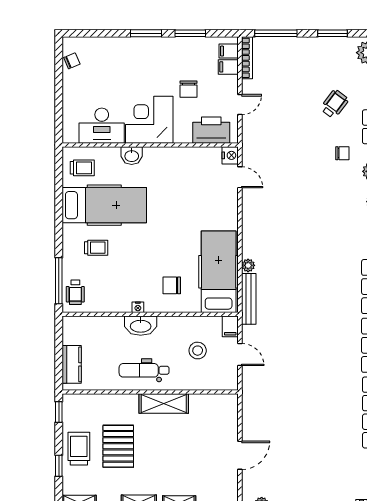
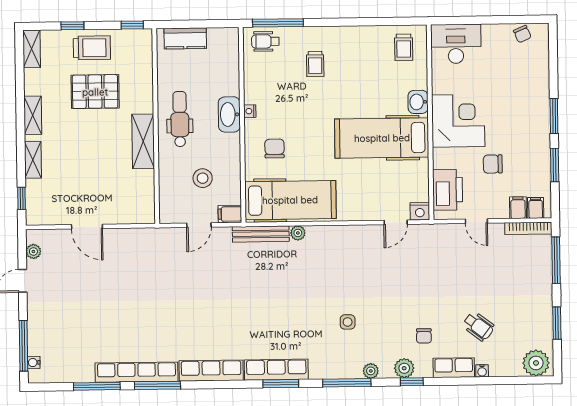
desk: (102, 126) -> (456, 44), moved, turned 90
hospital bed: (104, 205) -> (382, 138), moved, turned 90
side table: (329, 222) -> (348, 322), added

